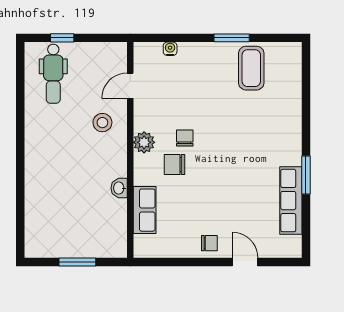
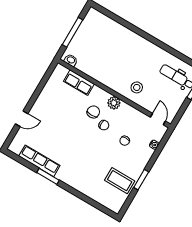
door: (130, 86) -> (158, 119), moved
washbasin: (119, 188) -> (71, 60), moved
chair: (209, 243) -> (125, 141), moved
window: (77, 262) -> (73, 32), width x1.44

